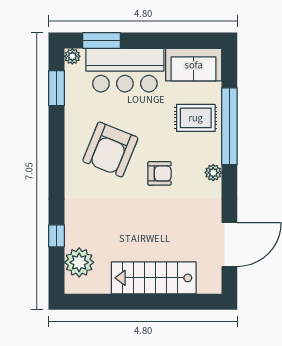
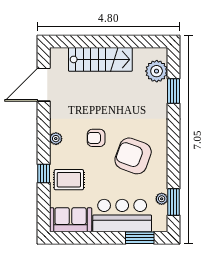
plant: (72, 56) -> (162, 199), moved
window: (229, 126) -> (44, 173), width x0.32
armchair: (110, 149) -> (133, 156), turned -92
window: (57, 236) -> (173, 91), width x1.50

